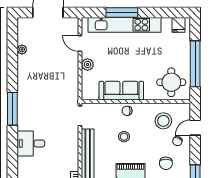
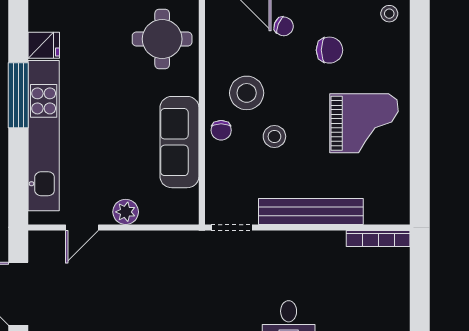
window: (122, 13) -> (18, 95), moved
fridge: (178, 25) -> (44, 45), moved
stool: (163, 121) -> (247, 93), moved

